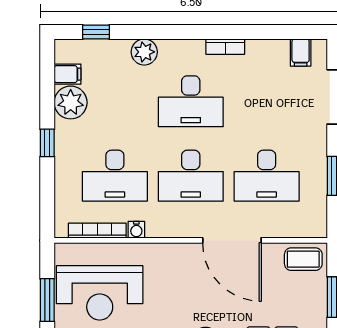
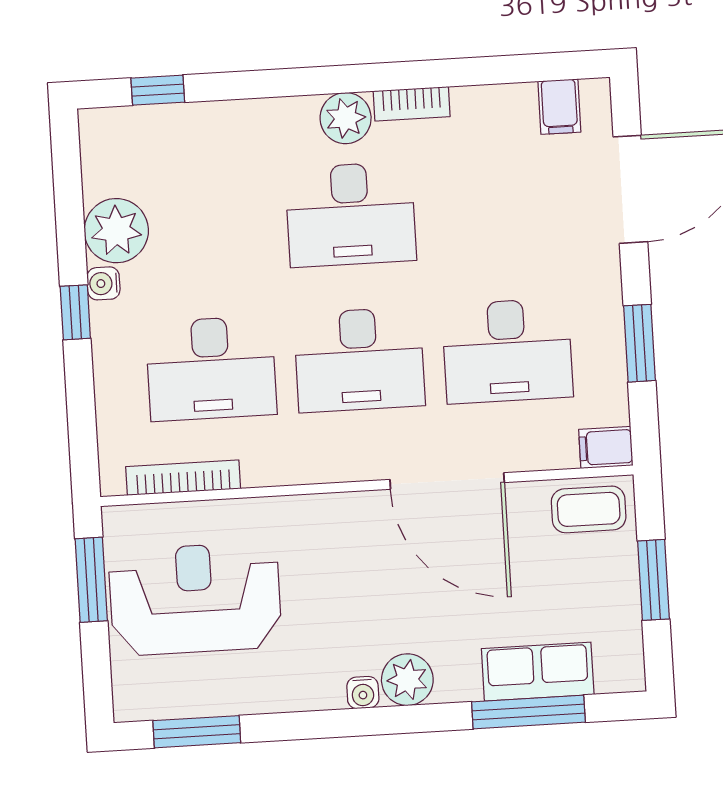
plant: (144, 52) -> (346, 118), moved
filing cabinet: (68, 74) -> (606, 447), moved, turned 180
water cooler: (136, 230) -> (103, 283), moved, turned 90
reception desk: (100, 293) -> (195, 599), turned 180
window: (47, 300) -> (91, 580), moved

